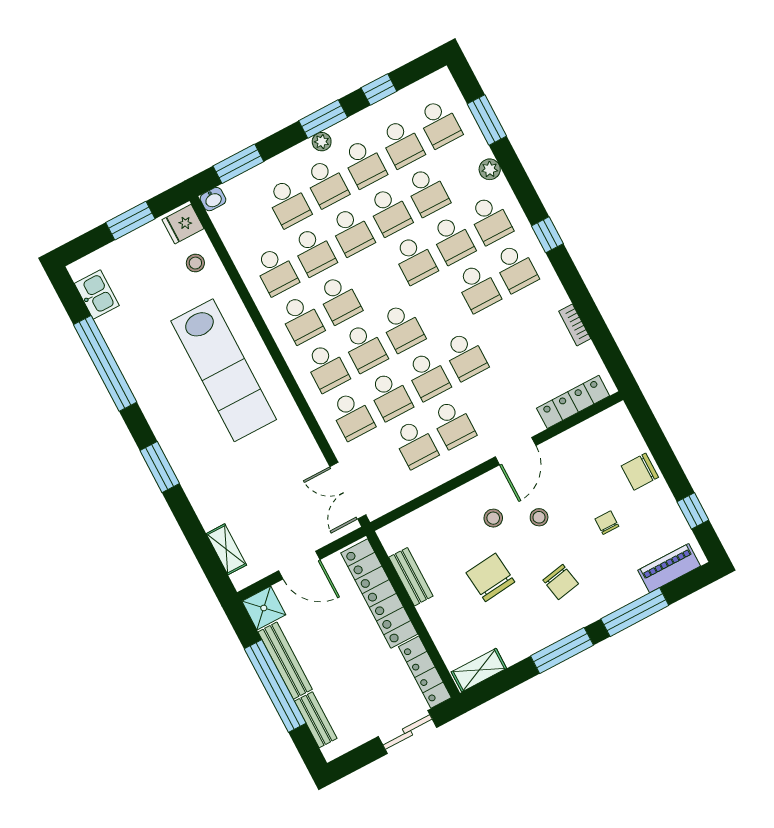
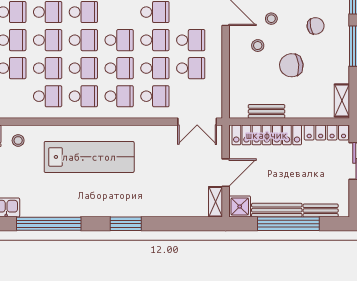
school desk: (377, 280) -> (83, 40), added
shelving: (226, 549) -> (215, 202), moved, turned 90

